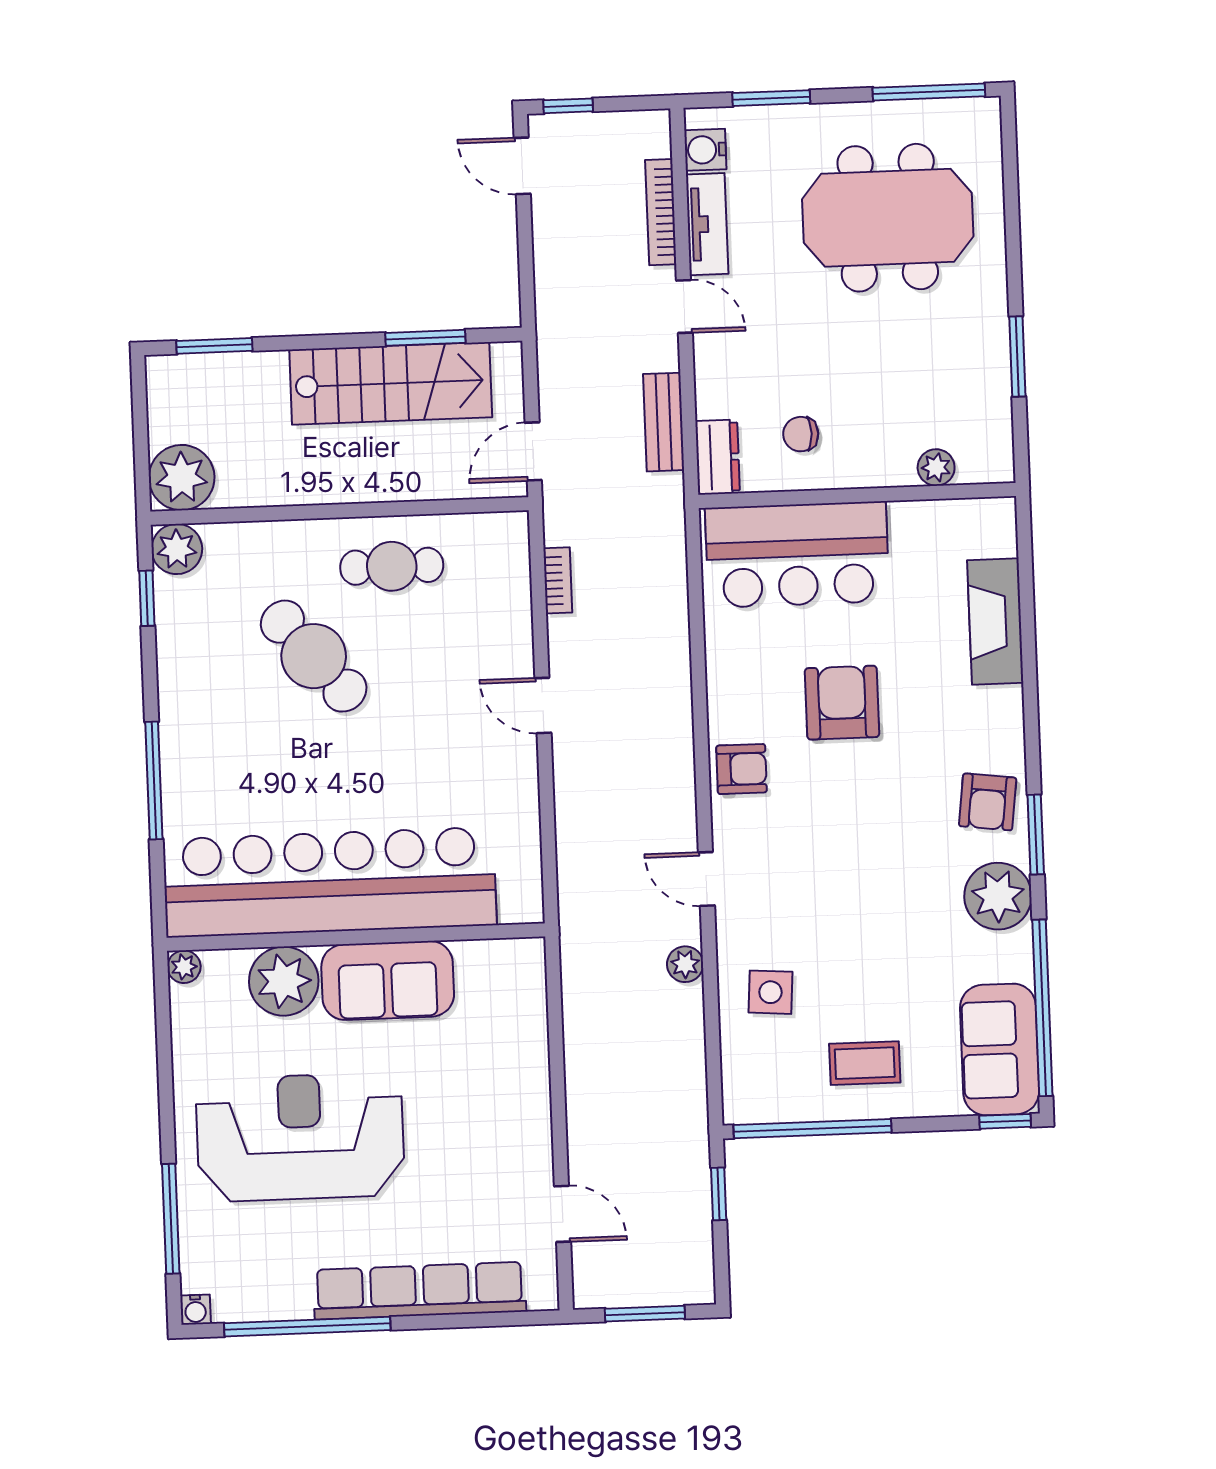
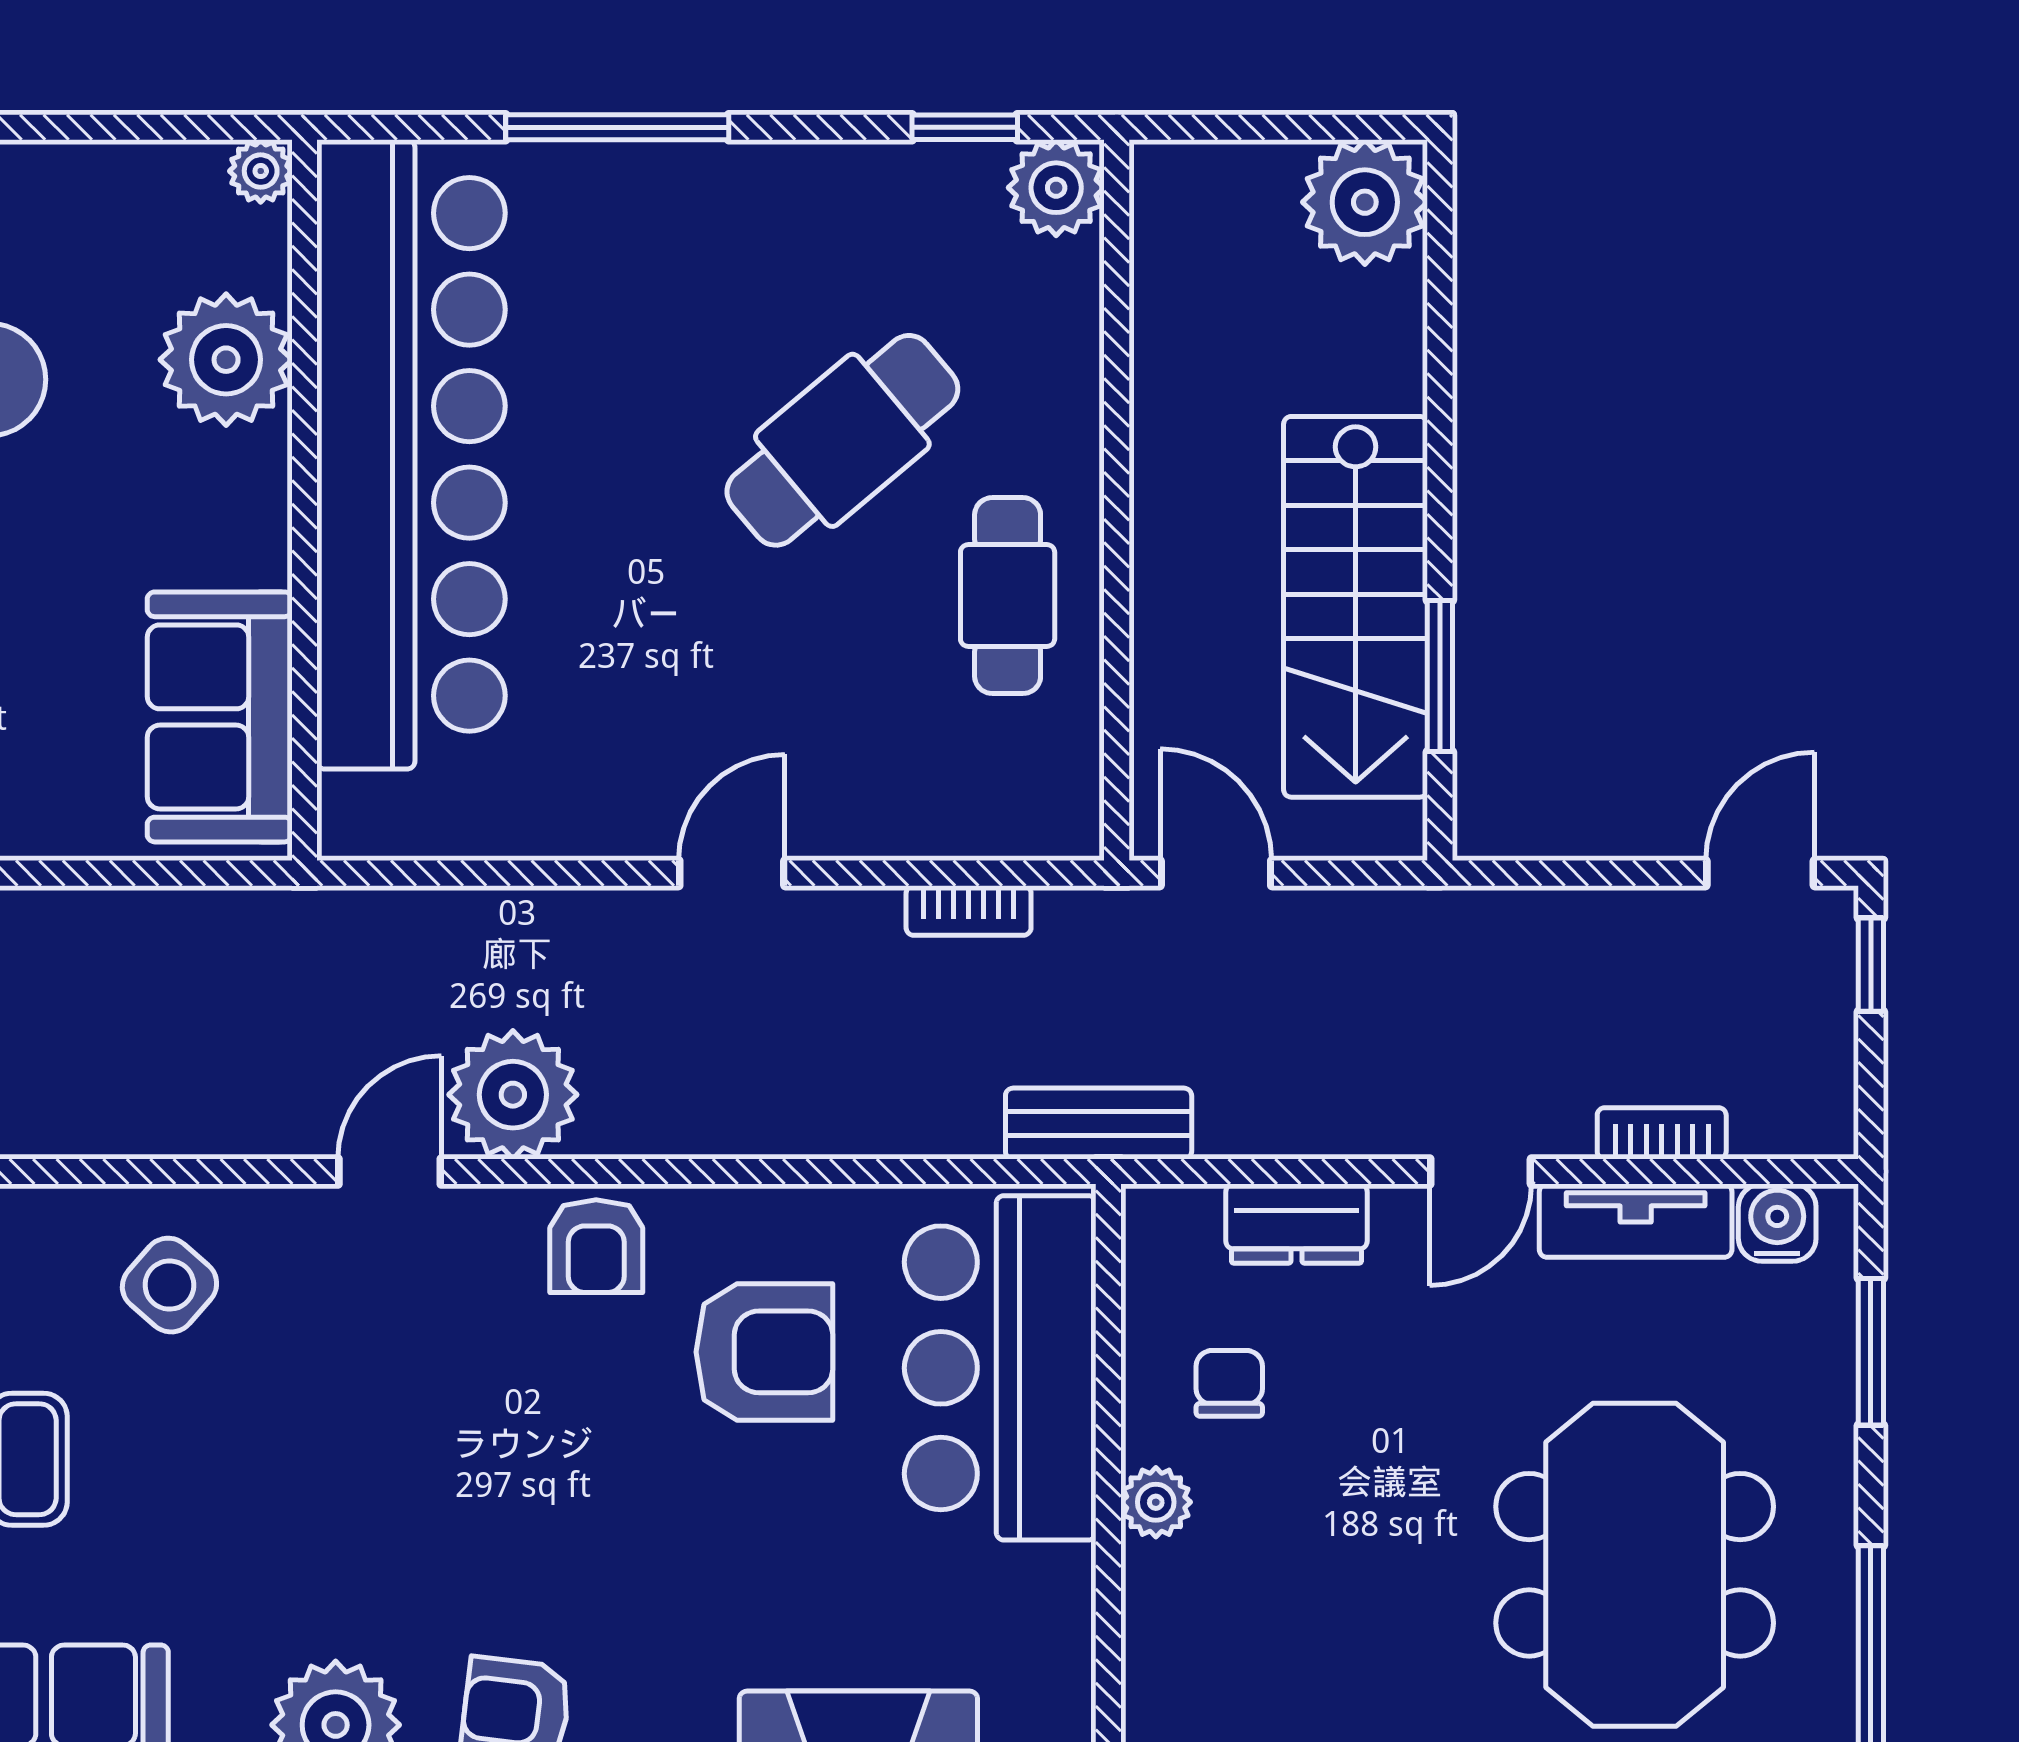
bookcase: (661, 212) -> (1662, 1133), width x0.64
window: (214, 346) -> (1440, 274), removed
bench: (664, 422) -> (1099, 1124), moved
dresser: (718, 457) -> (1296, 1224), moved
plant: (936, 467) -> (1156, 1502), moved
plant: (182, 478) -> (1365, 202), moved
armchair: (842, 703) -> (764, 1352), moved
plant: (685, 964) -> (513, 1095), moved, width x1.87, depth x1.87
sofa: (388, 980) -> (220, 717), moved
side table: (770, 992) -> (169, 1285), turned 37

